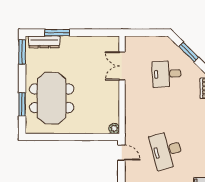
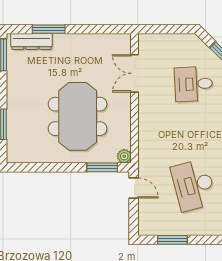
meeting table: (52, 98) -> (78, 116), moved
window: (97, 137) -> (102, 167), added

